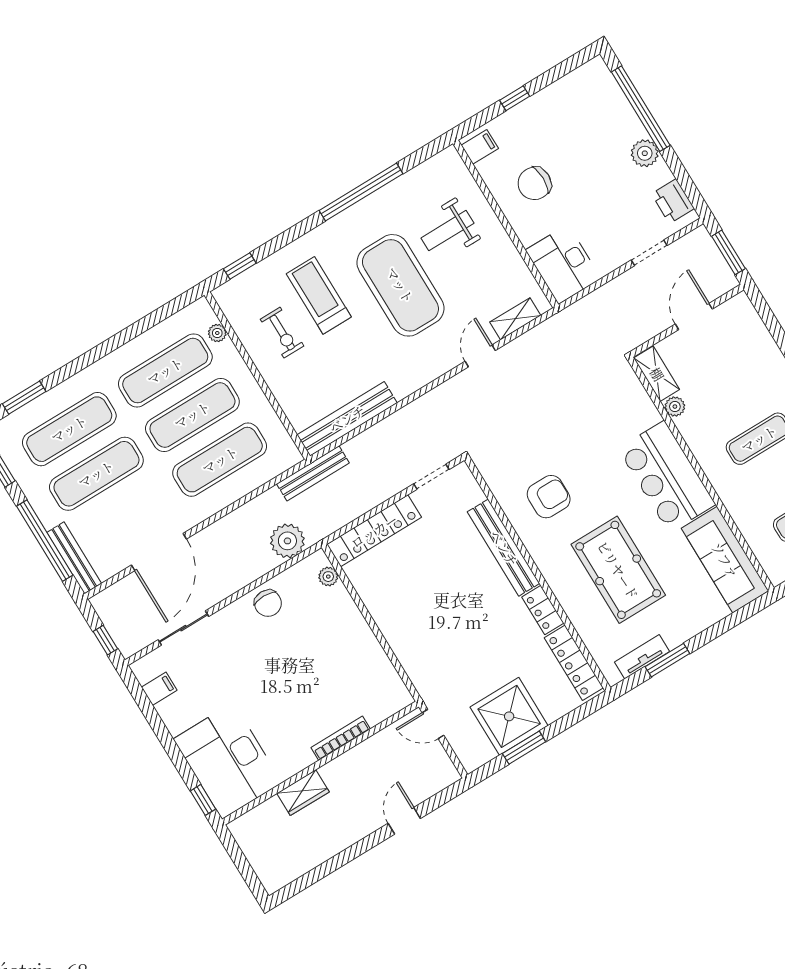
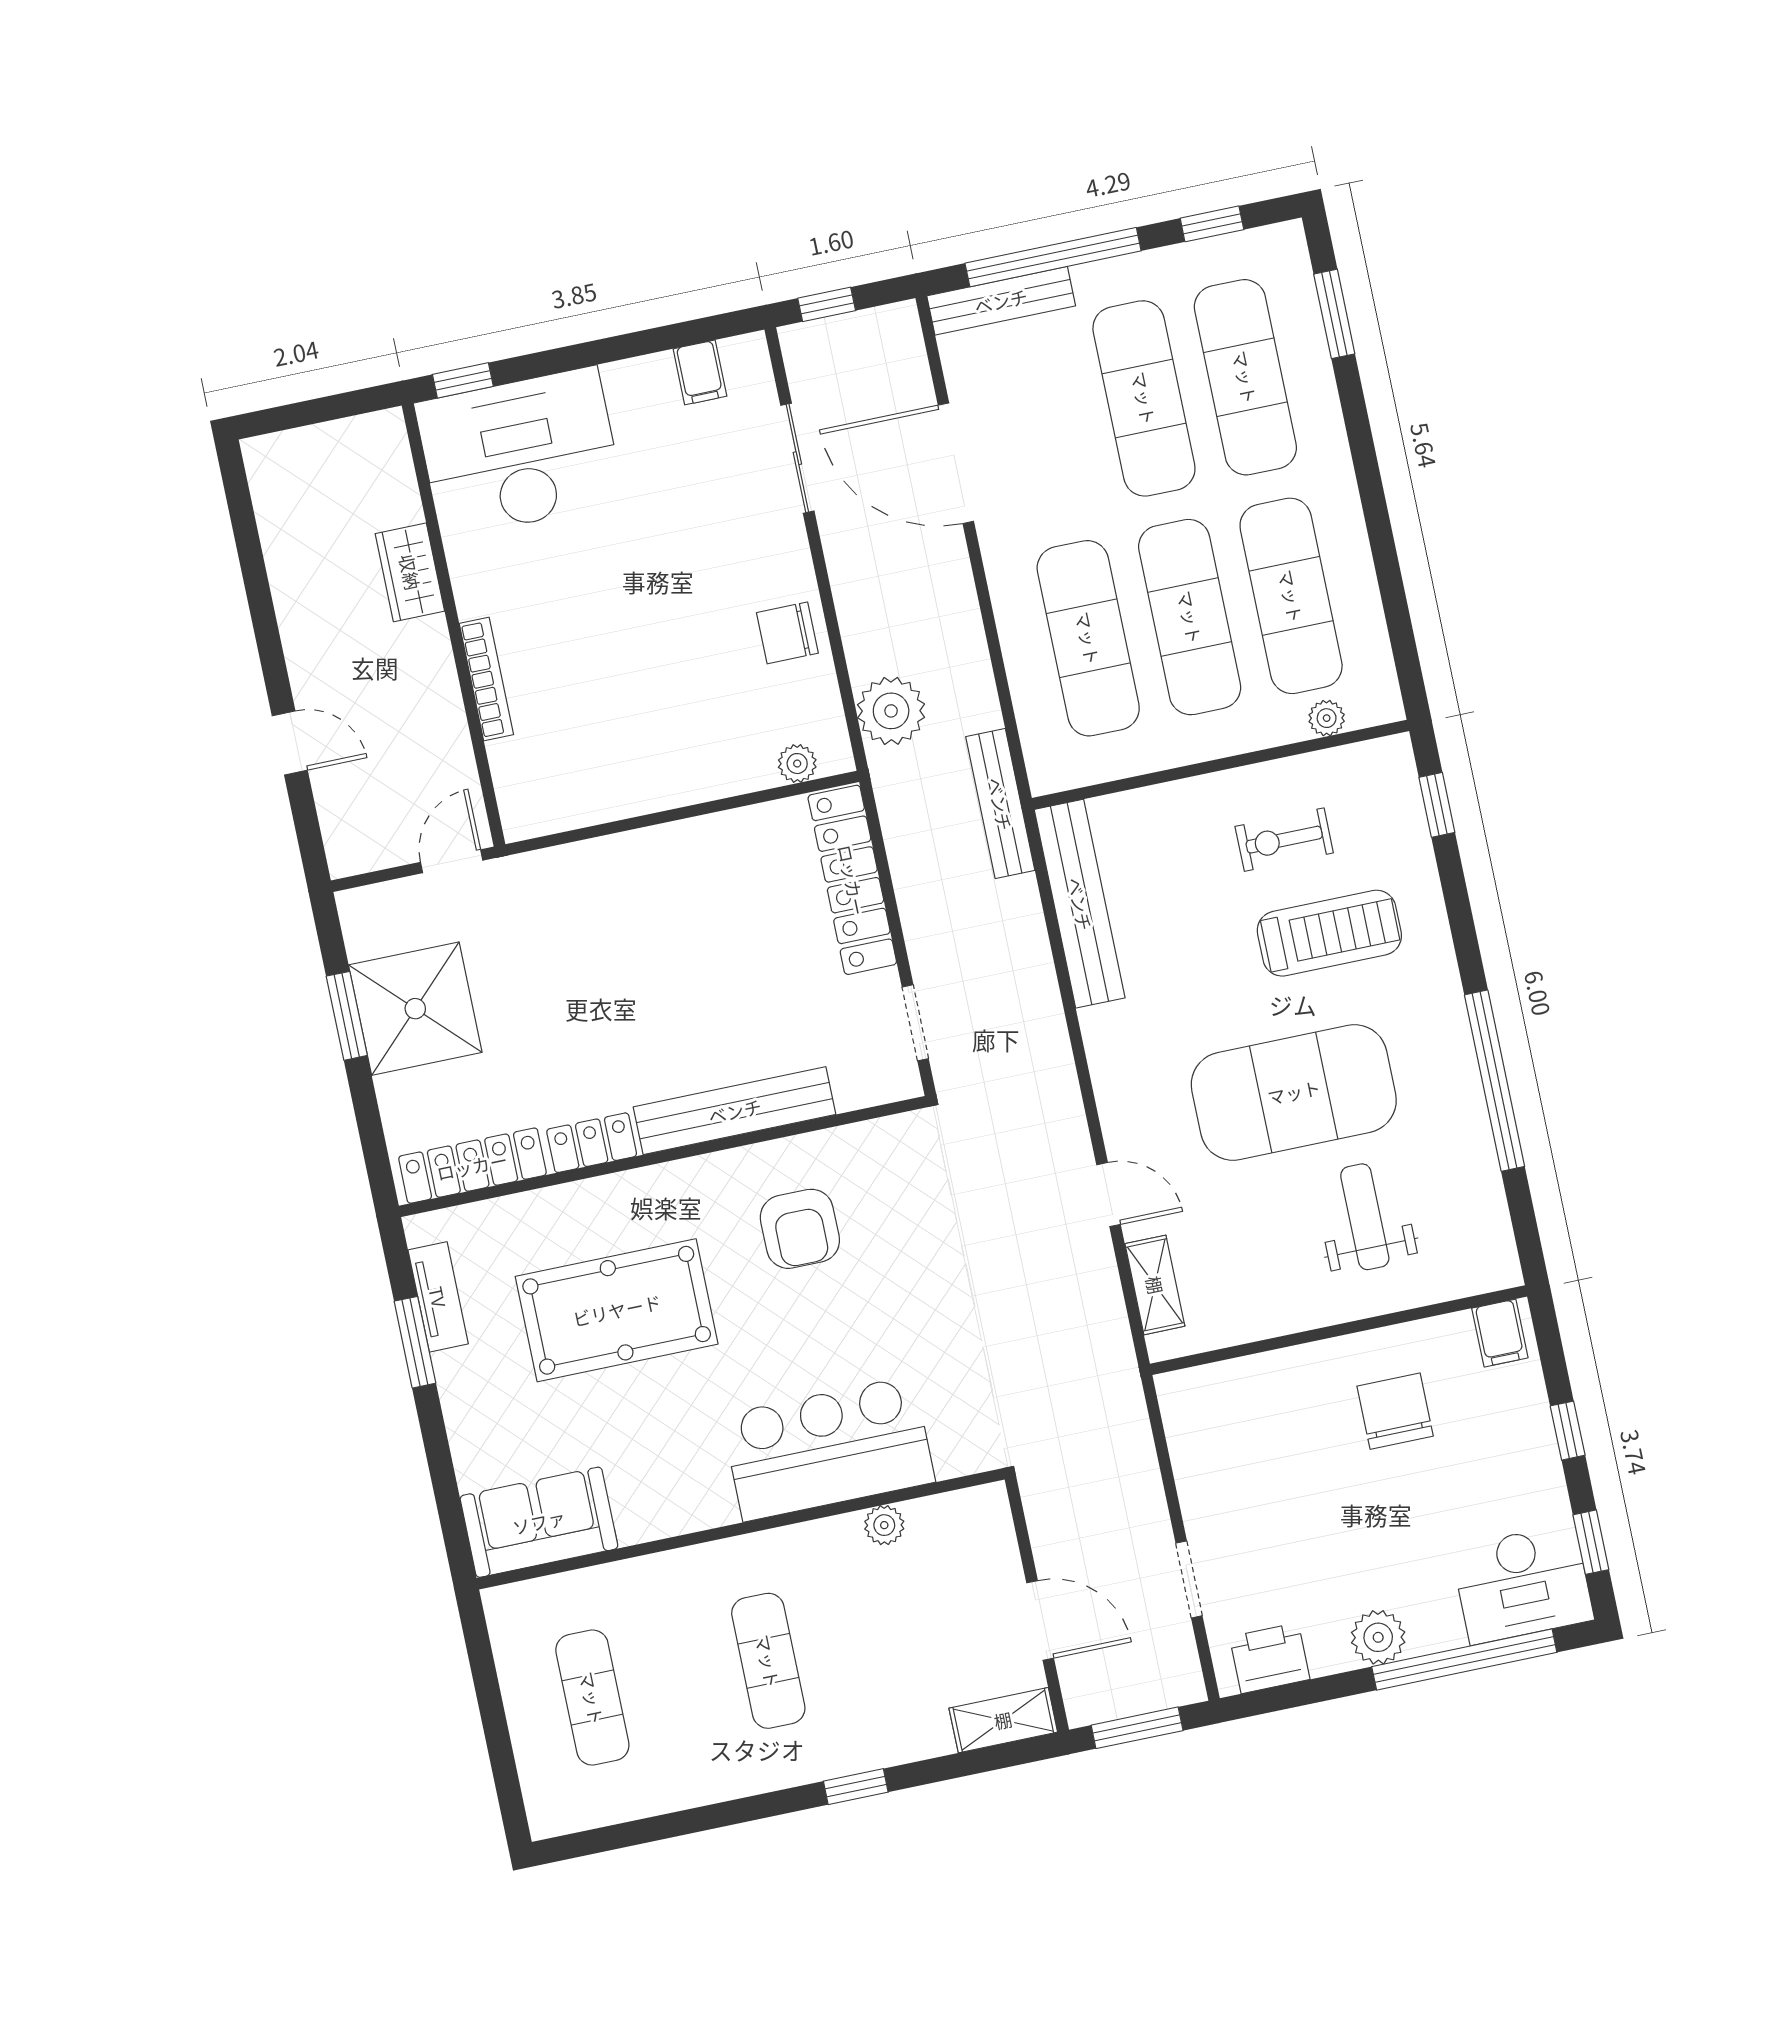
window: (564, 68) -> (1591, 1542), added
desk: (563, 264) -> (1522, 1584), moved, turned 180
shelving: (657, 374) -> (1003, 1720), moved
bar counter: (667, 477) -> (828, 1449), moved
sofa: (725, 560) -> (539, 1522), width x0.73

